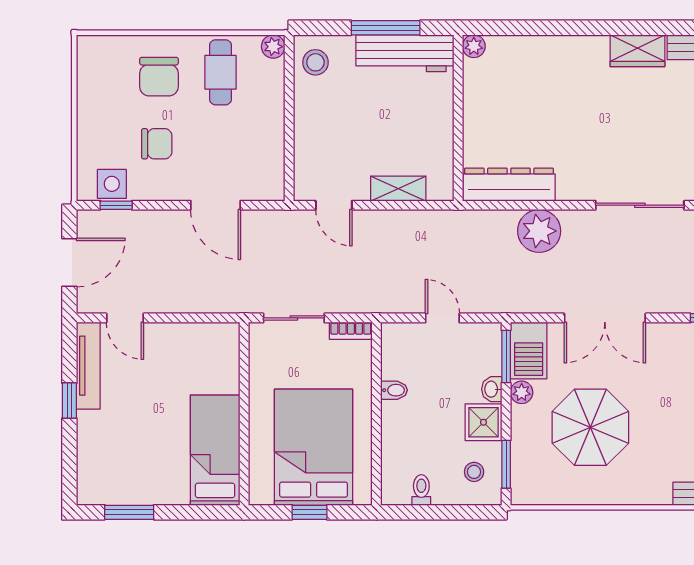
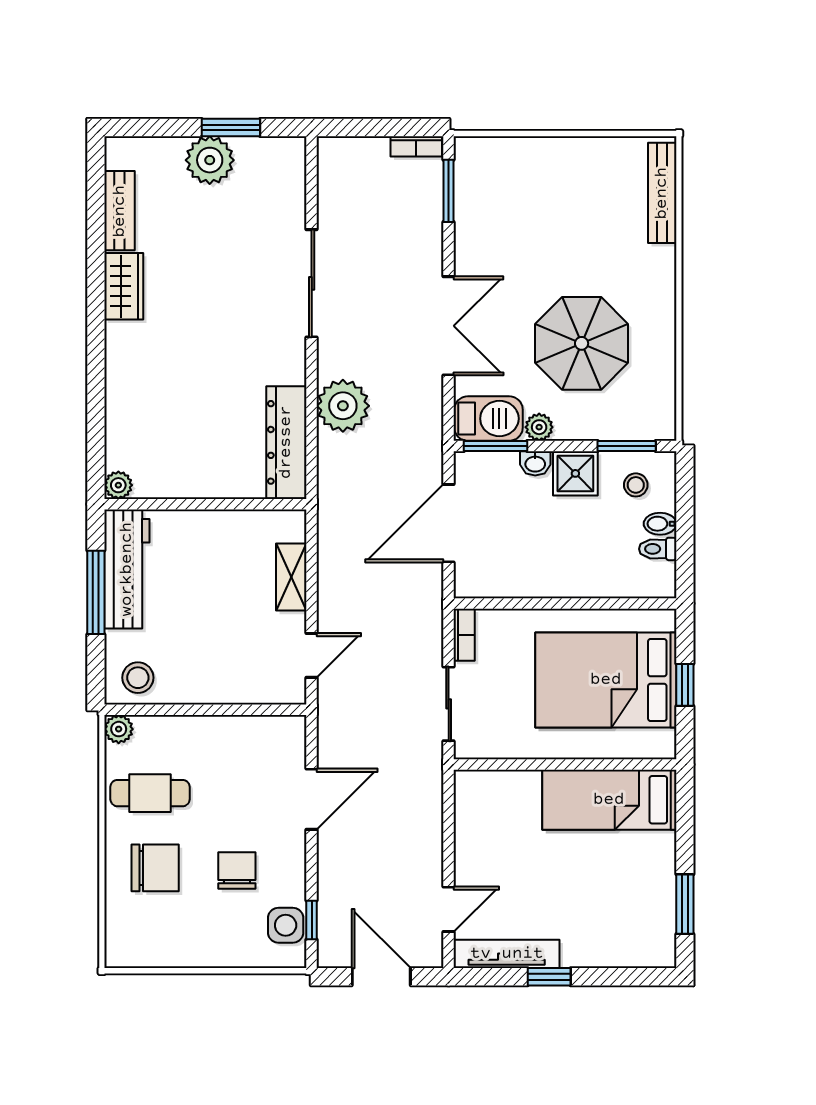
door: (442, 318) -> (449, 523), width x1.87
bidet: (394, 390) -> (660, 524), moved, turned -90

